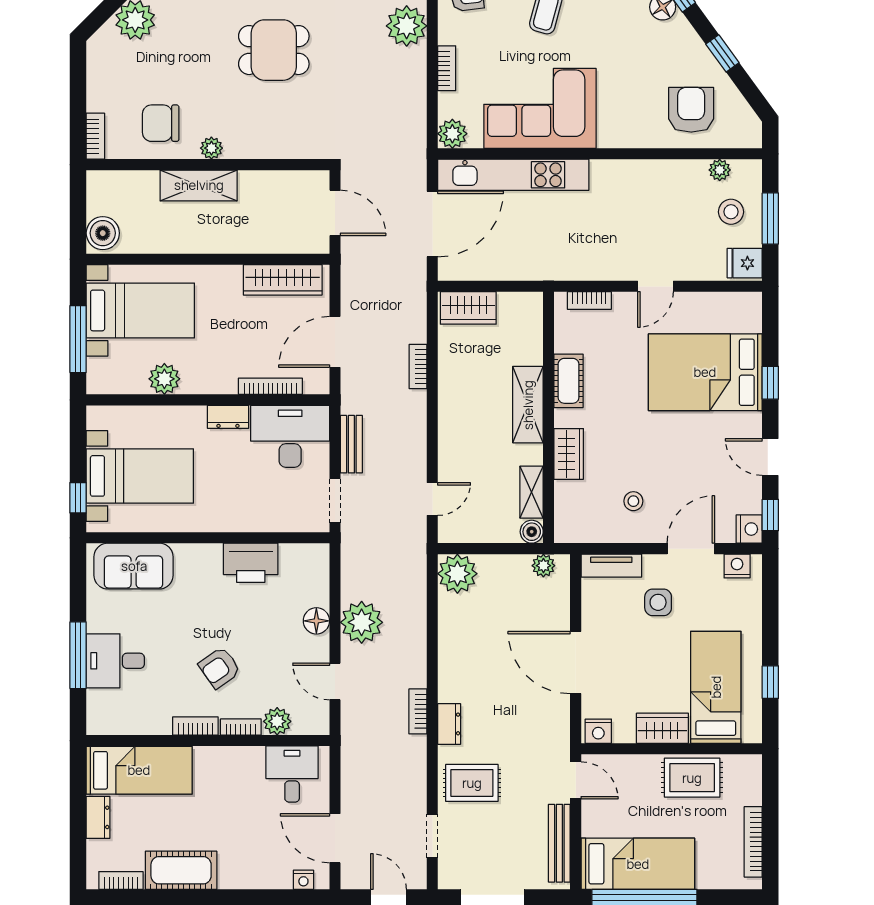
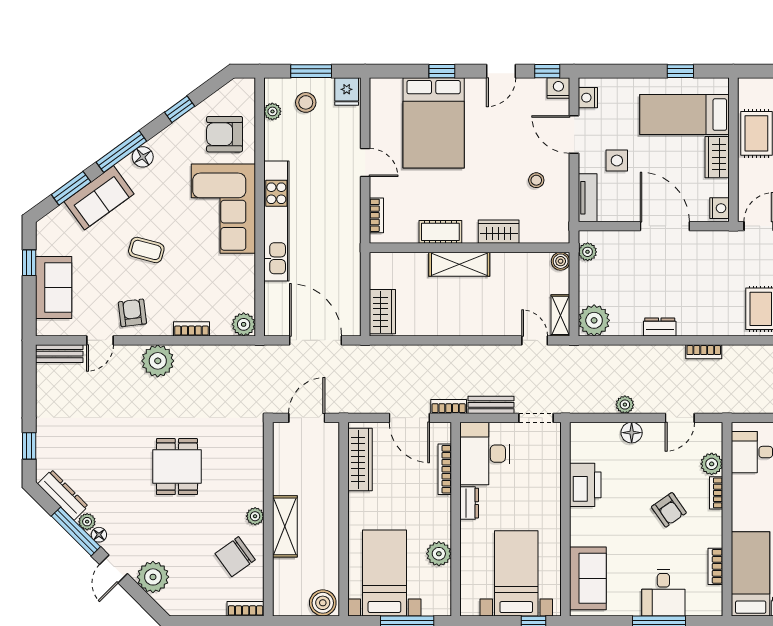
corner sofa: (540, 108) -> (223, 209), moved
chair: (161, 123) -> (235, 557), turned 54
kitchen unit: (513, 175) -> (276, 221), moved
bookcase: (418, 366) -> (449, 406), moved, turned 180
shelving: (531, 492) -> (560, 315), moved, turned 90
plant: (362, 622) -> (625, 405), width x0.53, depth x0.53
door: (576, 663) -> (665, 226), swing flipped
dresser: (449, 724) -> (660, 327), moved
bookcase: (195, 726) -> (715, 566), moved

